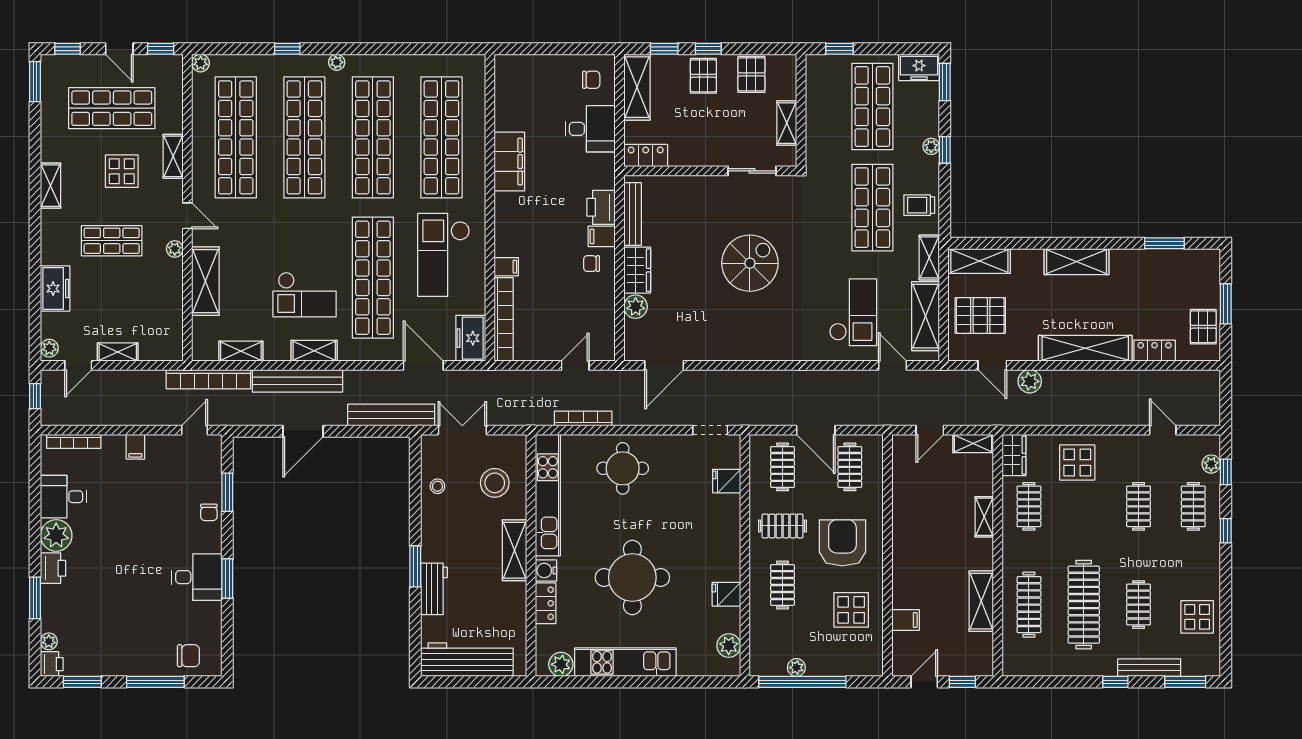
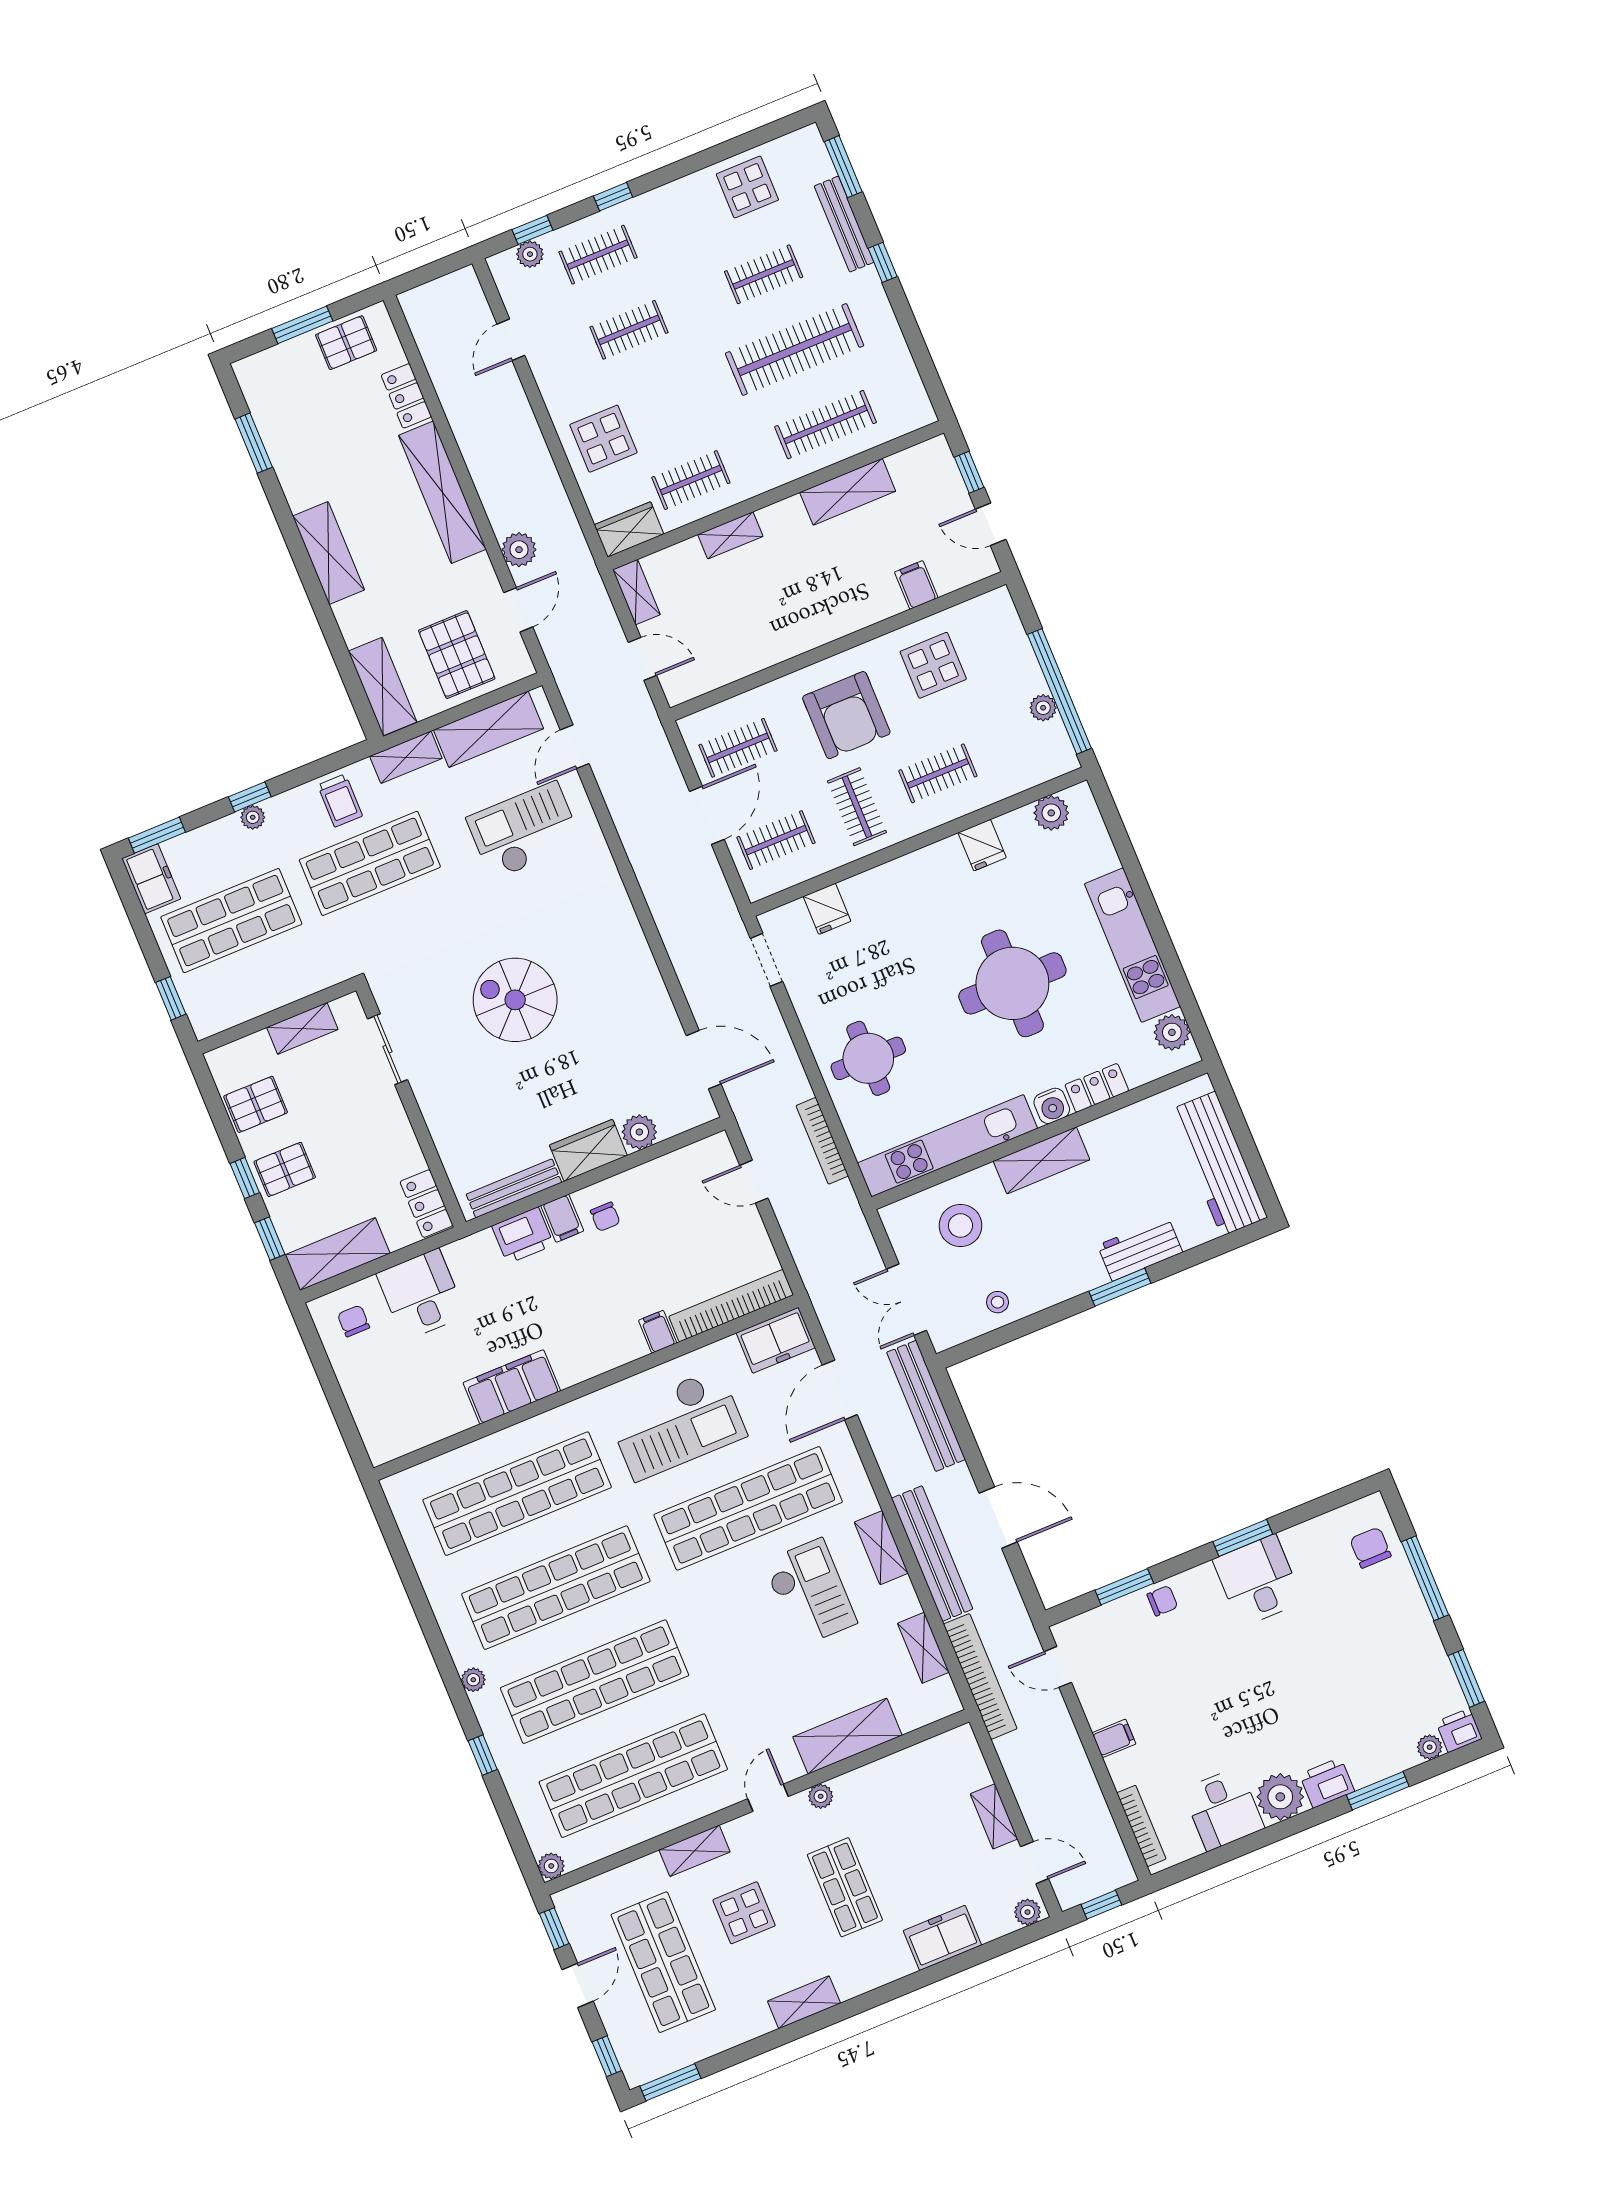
armchair: (842, 543) -> (846, 715), turned -90

